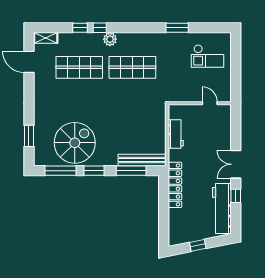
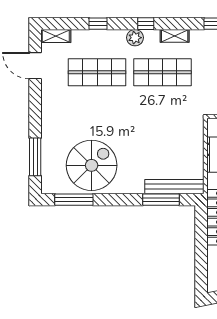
window: (100, 28) -> (146, 24), moved
shelving: (142, 38) -> (175, 36), added
window: (29, 136) -> (35, 157), width x1.44
window: (94, 171) -> (115, 200), removed

